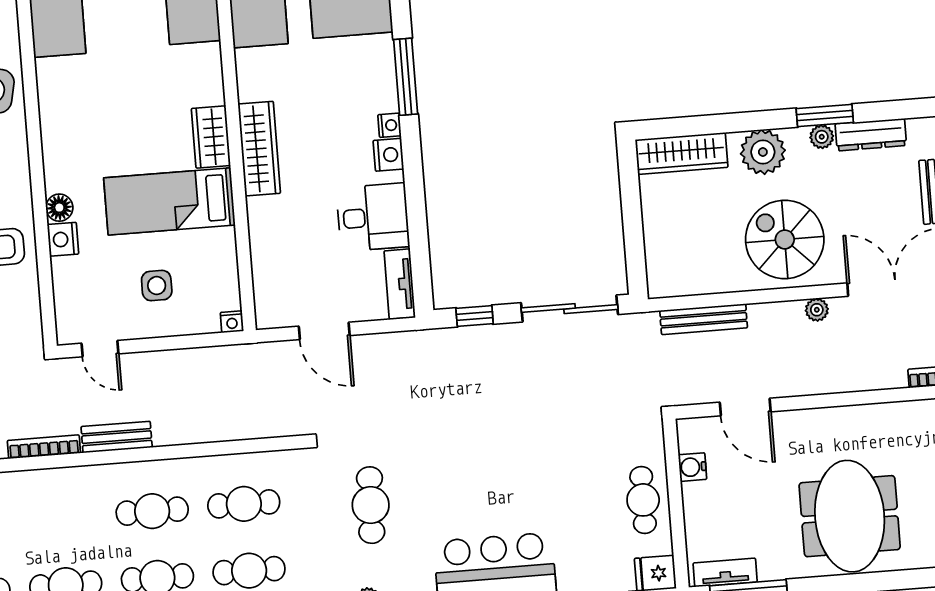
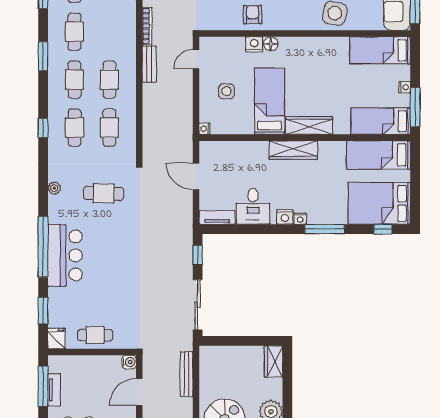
wardrobe: (211, 137) -> (309, 125), width x1.50
wardrobe: (682, 153) -> (274, 361), width x0.67
door: (324, 331) -> (196, 176), hinge flipped
water cooler: (692, 467) -> (129, 362), moved, turned 90
tv unit: (725, 573) -> (54, 390), moved

